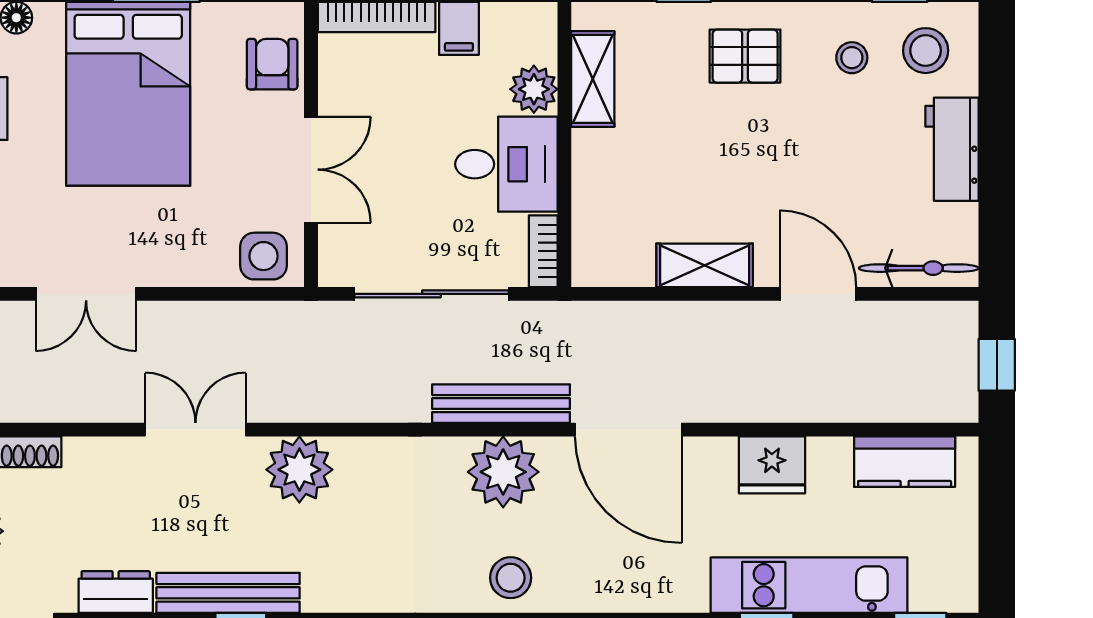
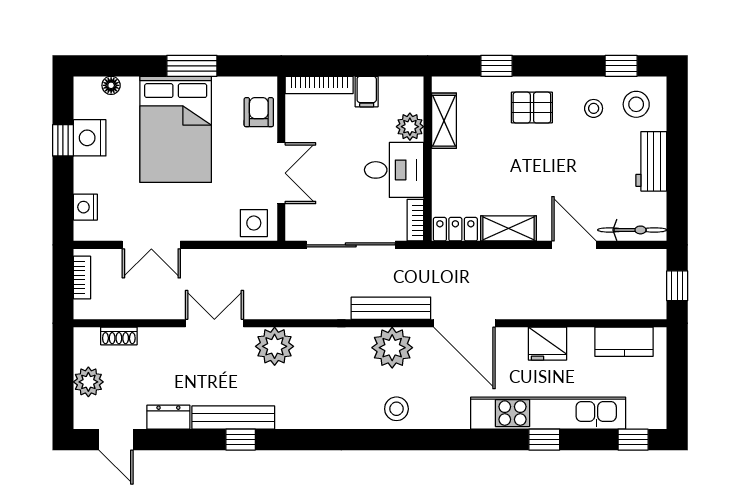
locker: (613, 267) -> (455, 229), added
kitchen unit: (809, 585) -> (548, 413), width x1.36

